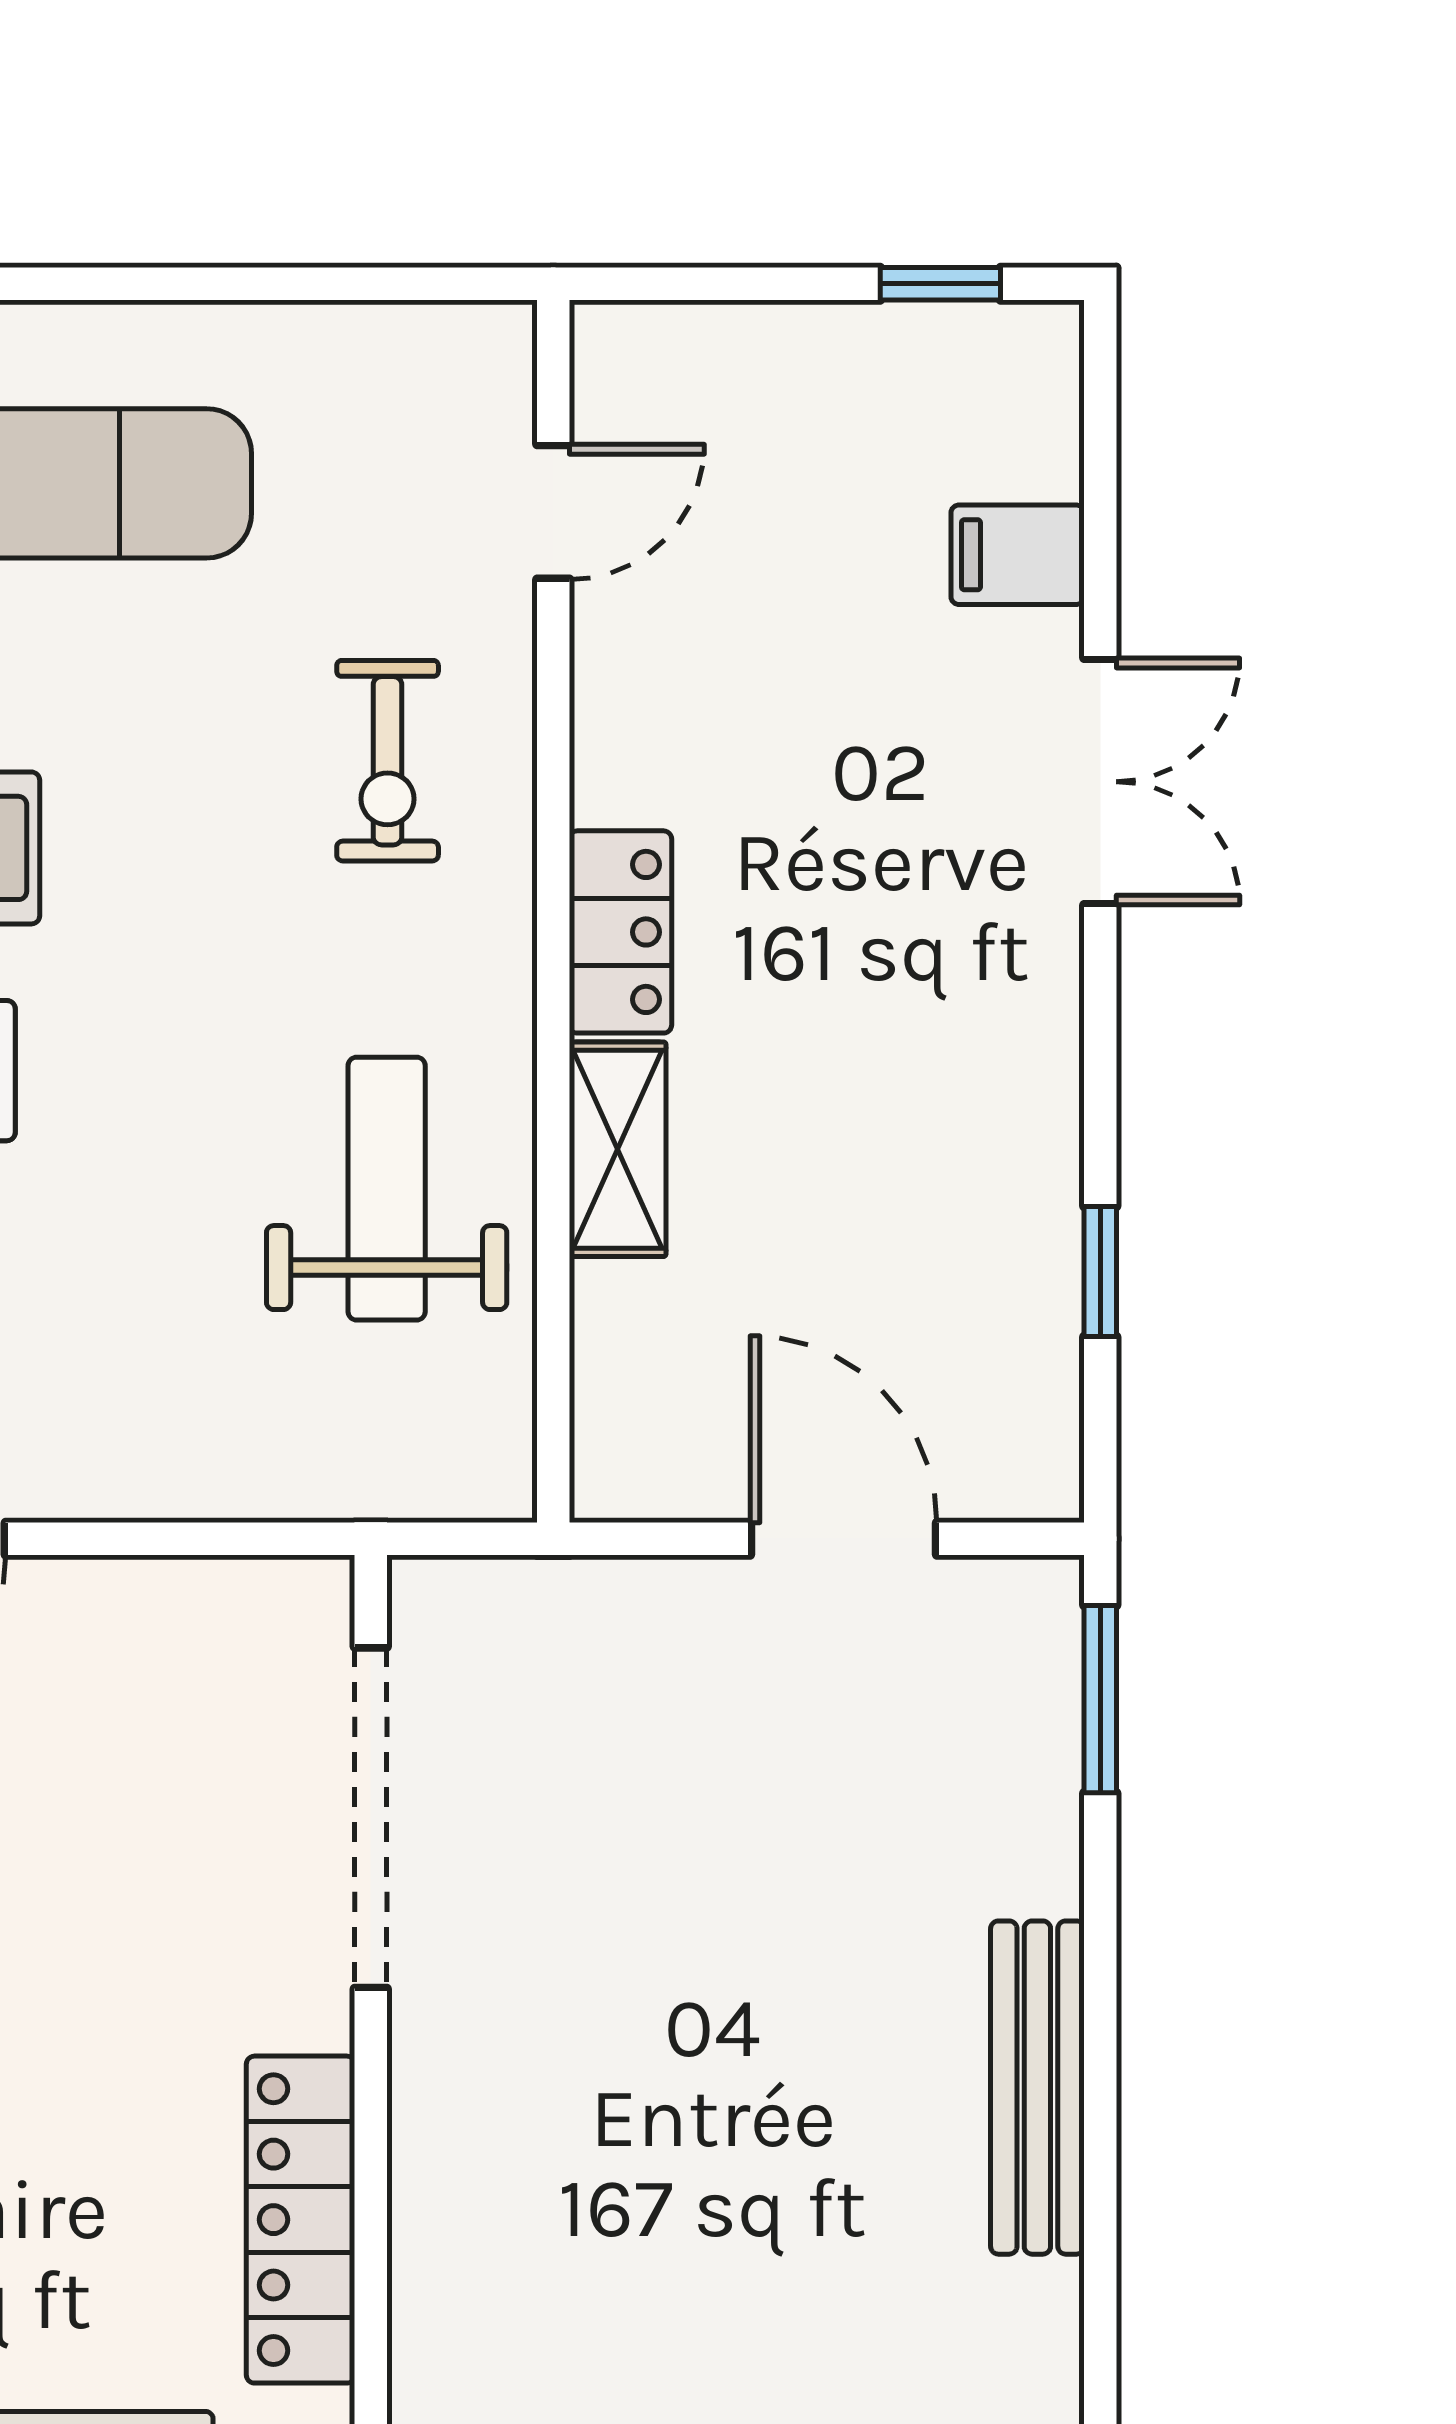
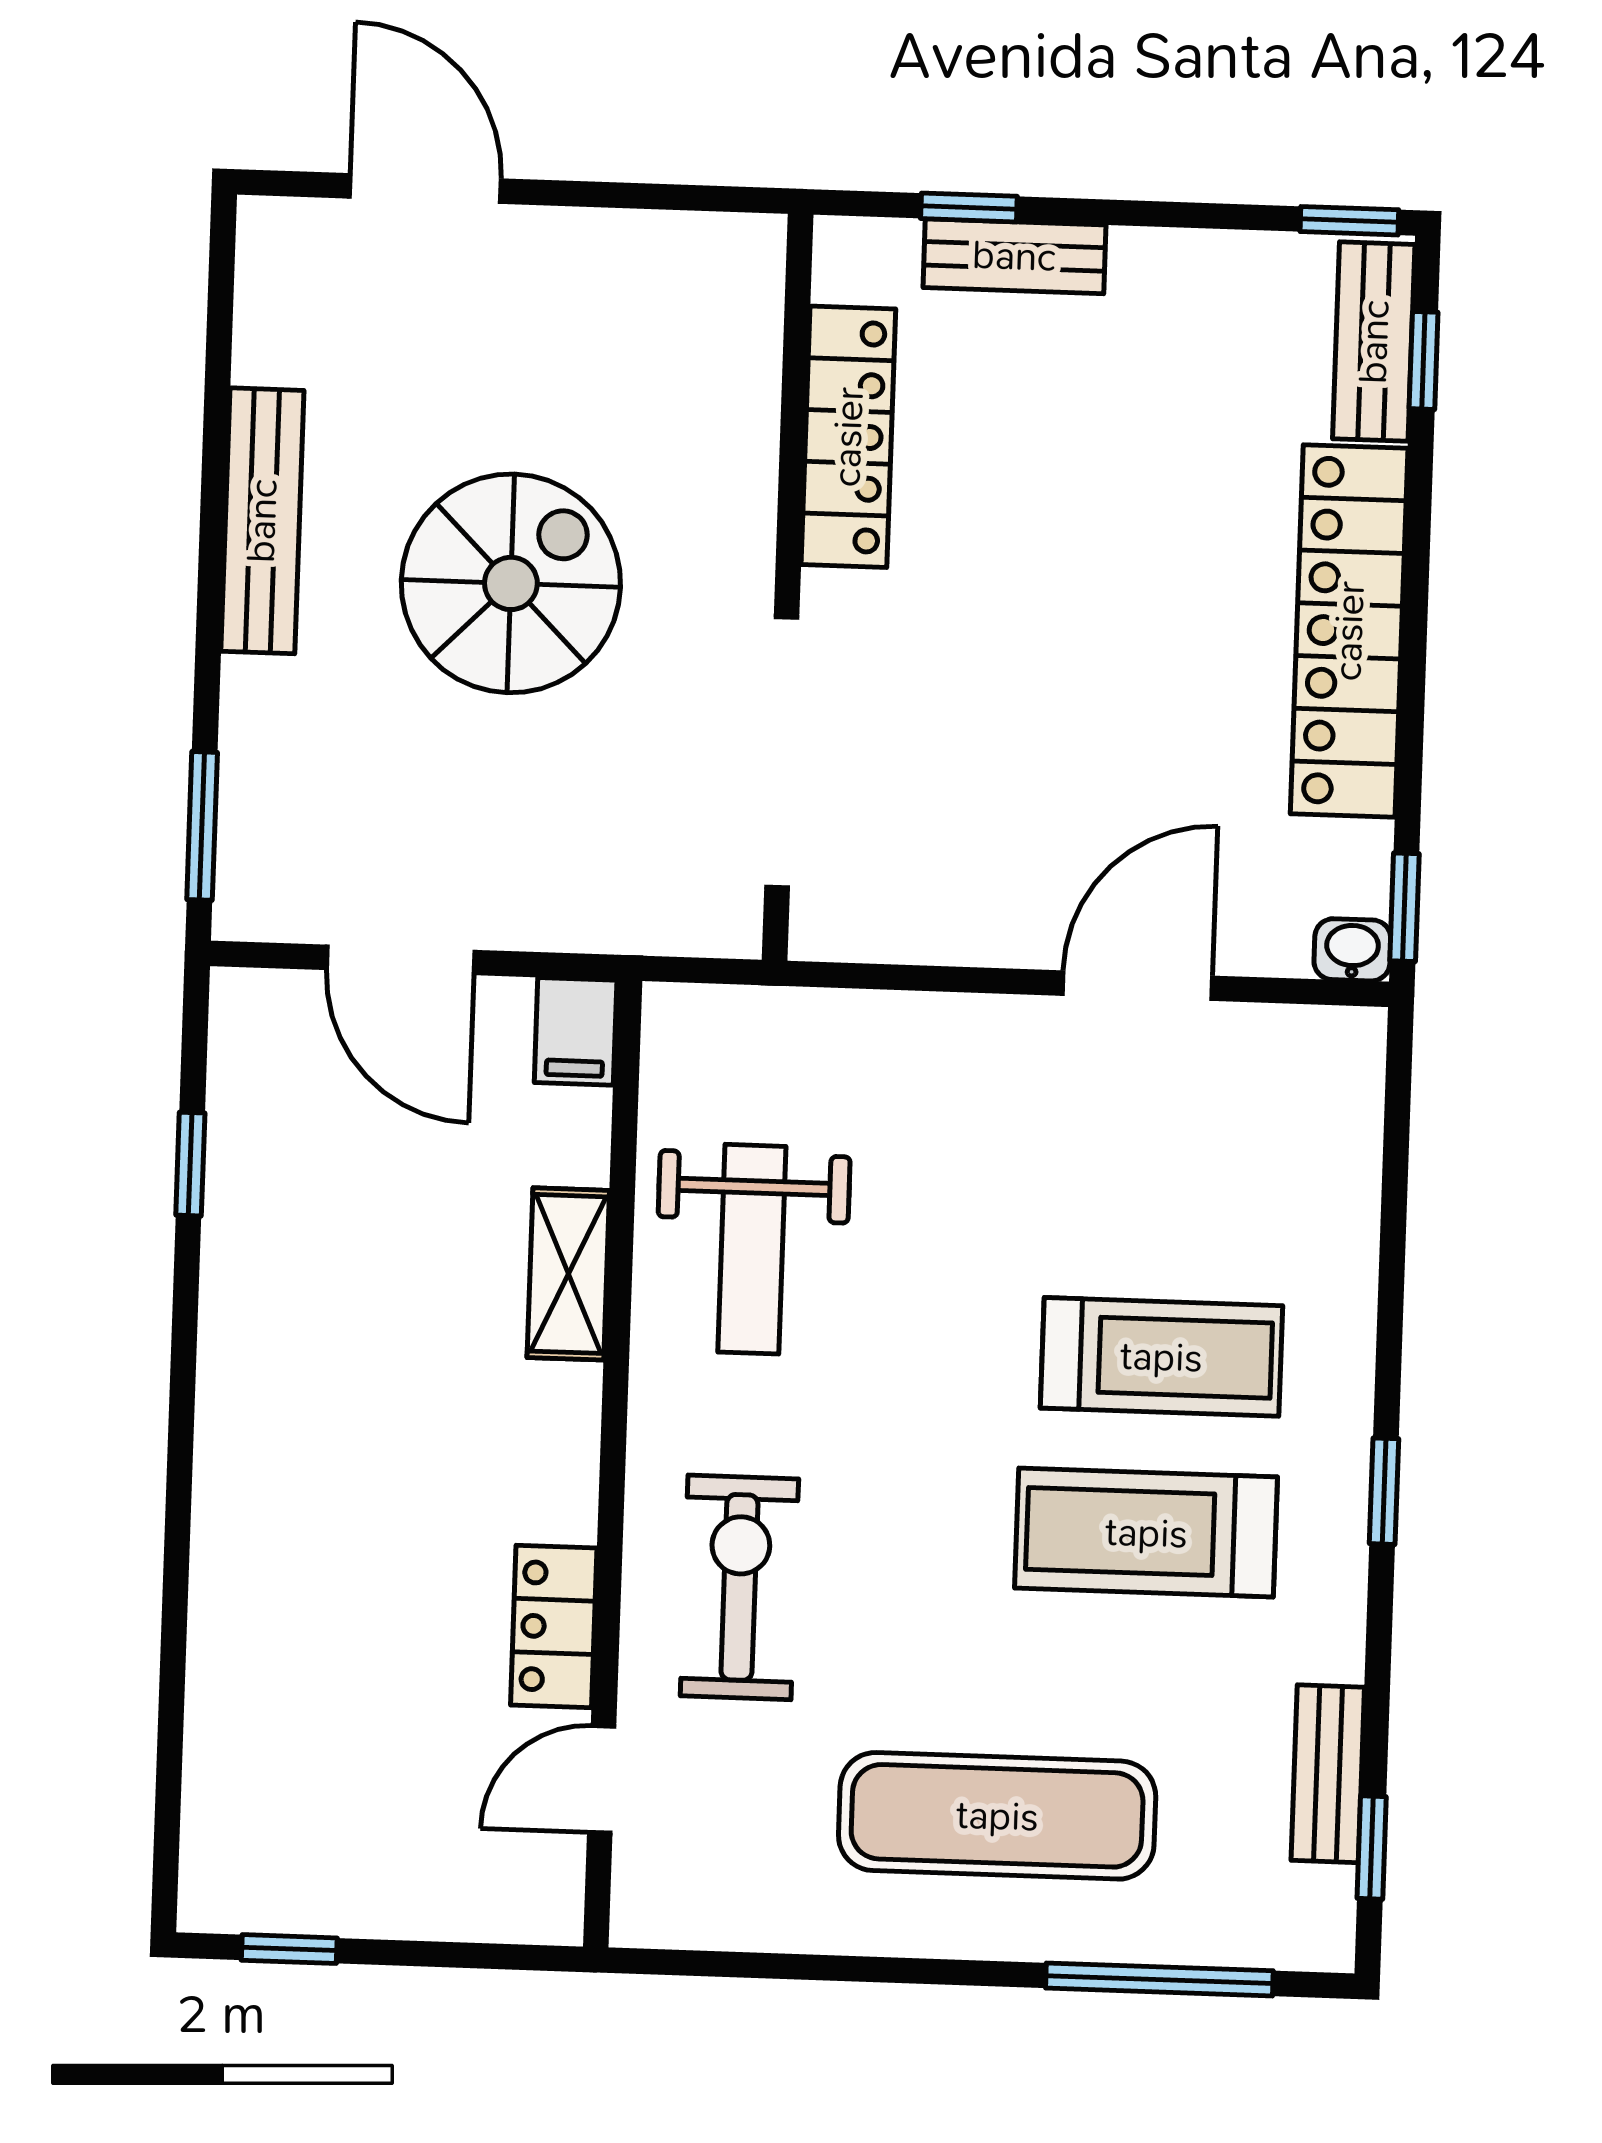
filing cabinet: (1018, 555) -> (576, 1031), moved, turned 90
exercise bike: (388, 761) -> (739, 1587), width x1.38, depth x1.39
double door: (1100, 782) -> (177, 1551), removed
locker: (620, 932) -> (554, 1627), moved
spiral stairs: (721, 2019) -> (511, 583), added

